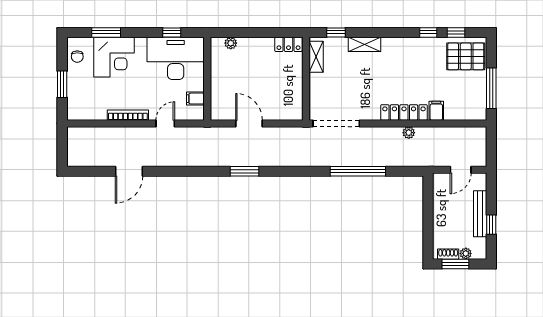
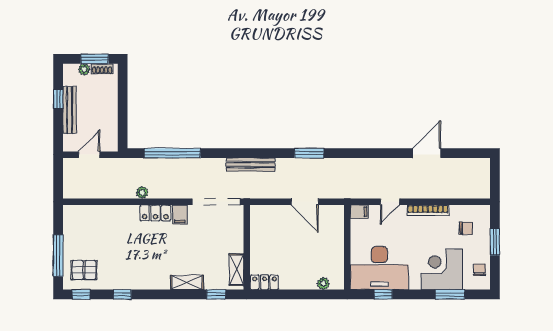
window: (456, 32) -> (81, 294), moved
pallet: (466, 56) -> (84, 270), width x0.67, depth x0.71
window: (491, 88) -> (58, 256), moved
chair: (91, 97) -> (466, 228), added
filing cabinet: (195, 99) -> (359, 212), moved
filing cabinet: (436, 111) -> (180, 215), moved
locker: (404, 112) -> (155, 213), width x0.66
bench: (302, 160) -> (250, 165), added
window: (358, 171) -> (172, 153), moved

